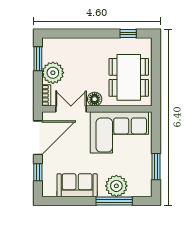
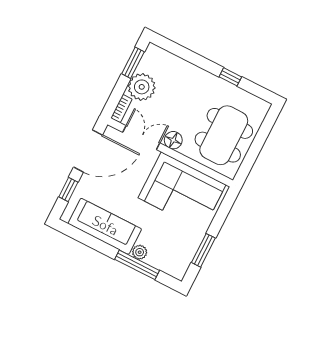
window: (128, 33) -> (230, 77), moved
sofa: (77, 185) -> (105, 226), width x1.36
plant: (116, 186) -> (140, 252), width x0.53, depth x0.53

